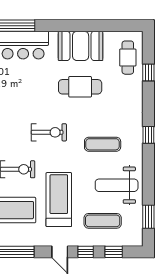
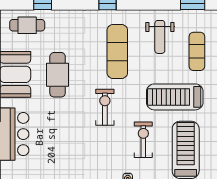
exercise mat: (103, 144) -> (117, 51), width x1.36, depth x1.45
weight bench: (117, 185) -> (160, 37), width x0.73, depth x0.75

